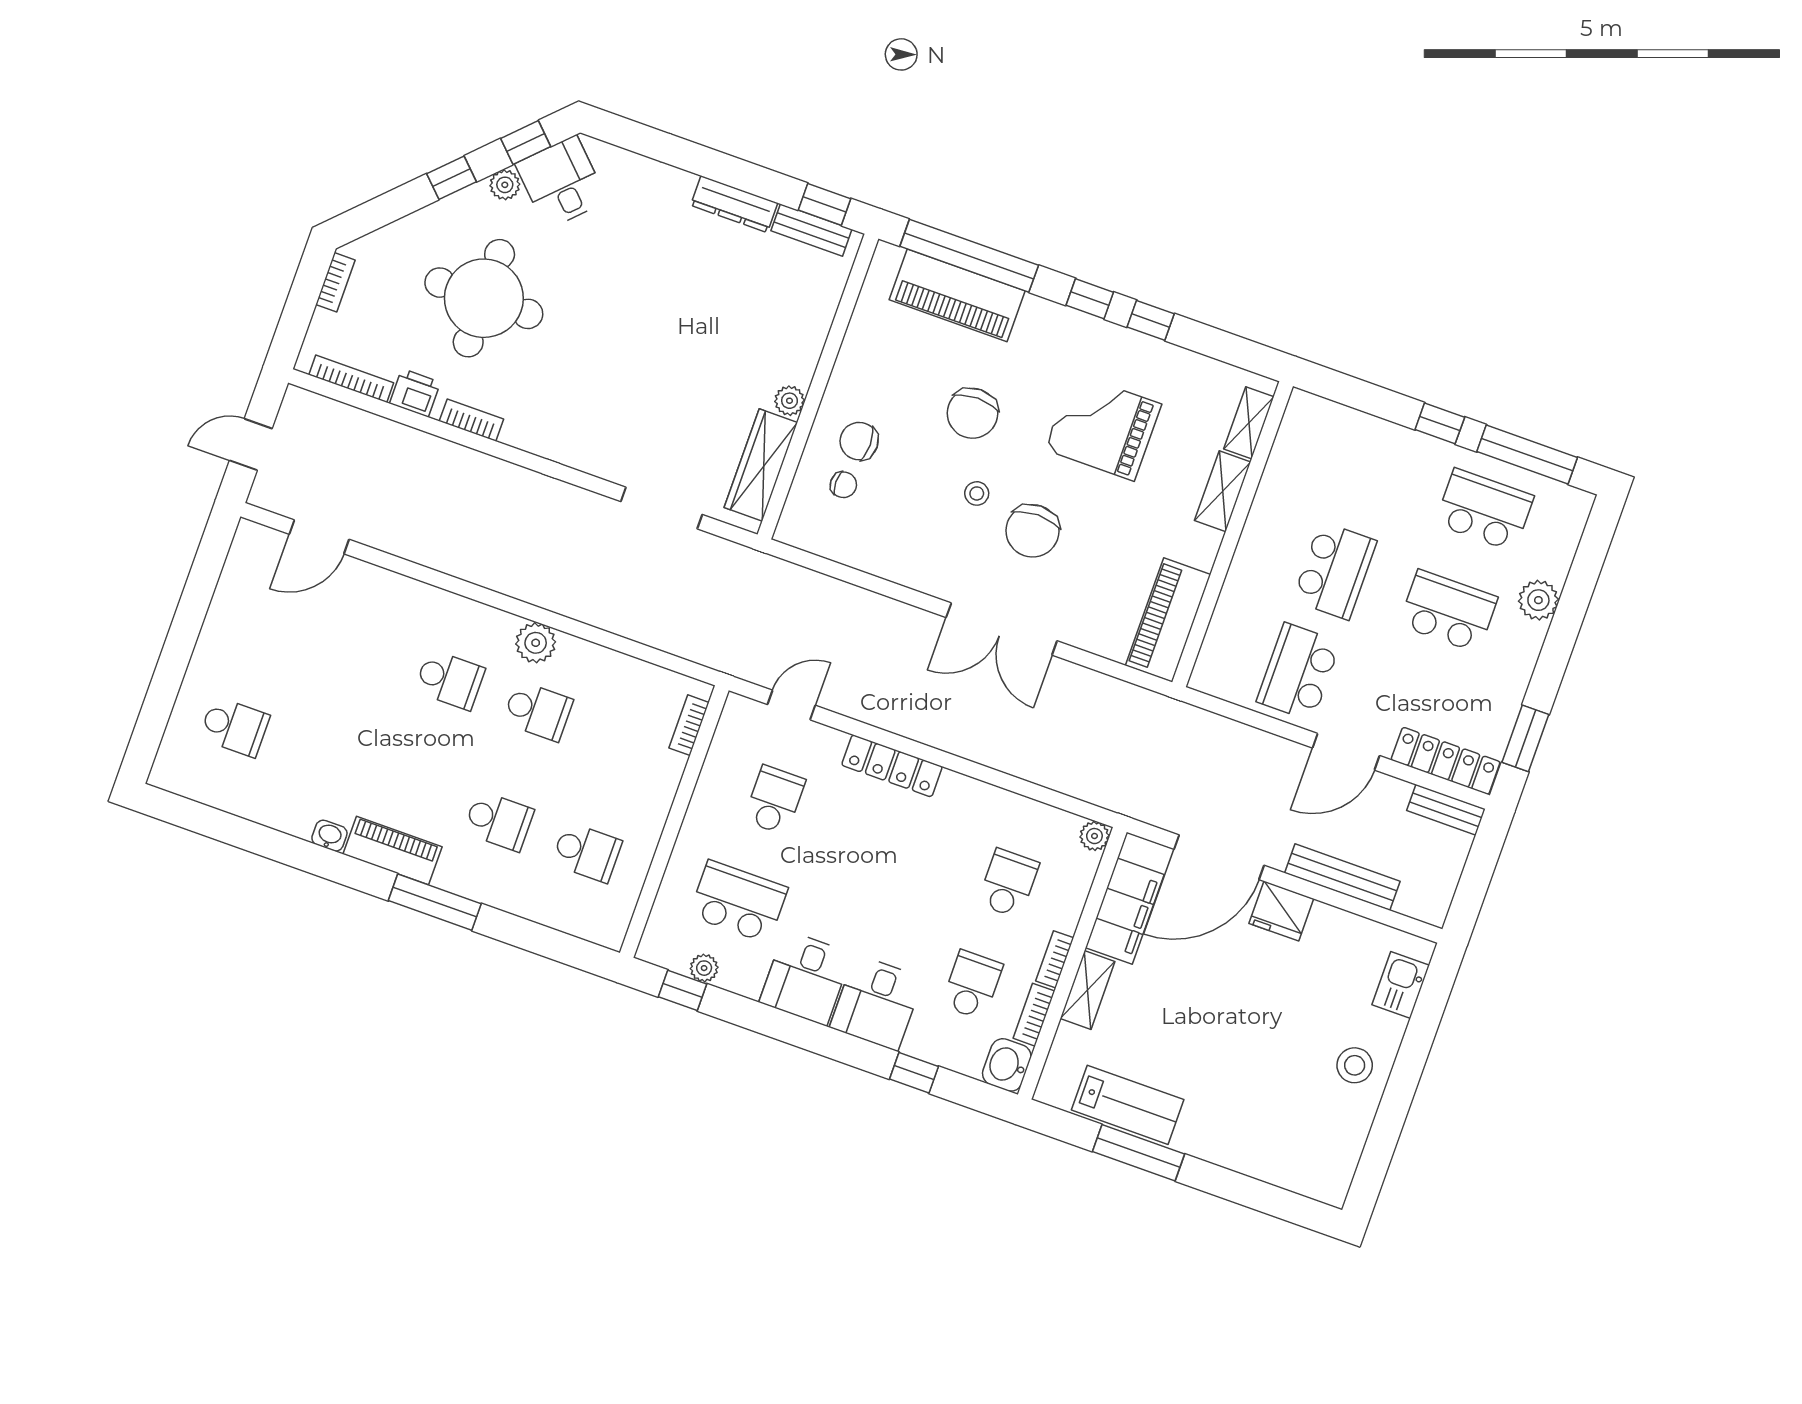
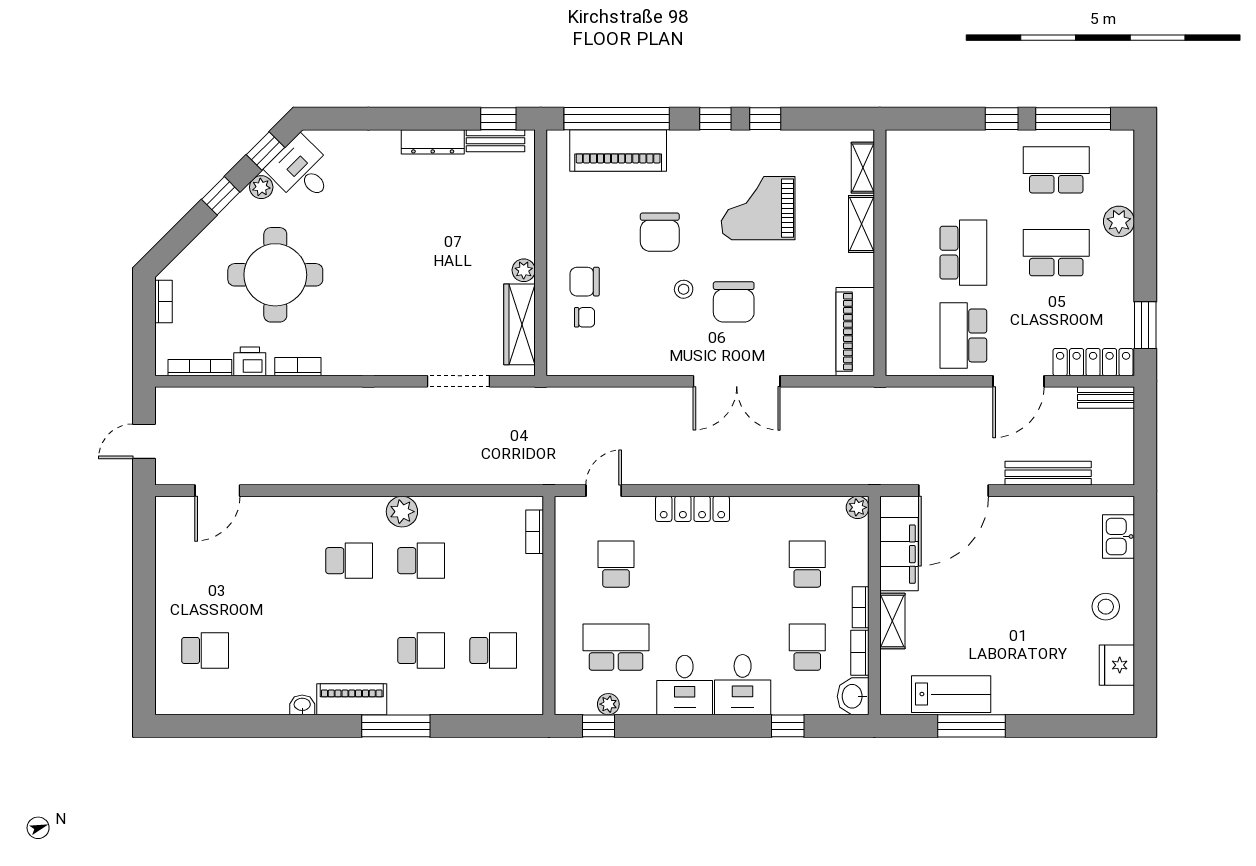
fridge: (1281, 911) -> (1117, 665), moved, turned 90

